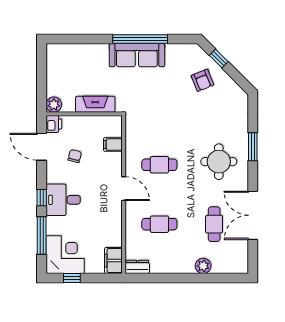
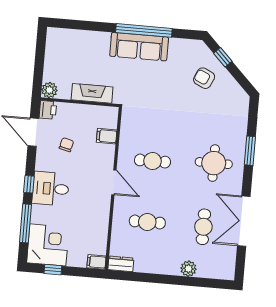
armchair: (202, 80) -> (204, 78), turned 137
filing cabinet: (113, 261) -> (96, 262), width x0.50

